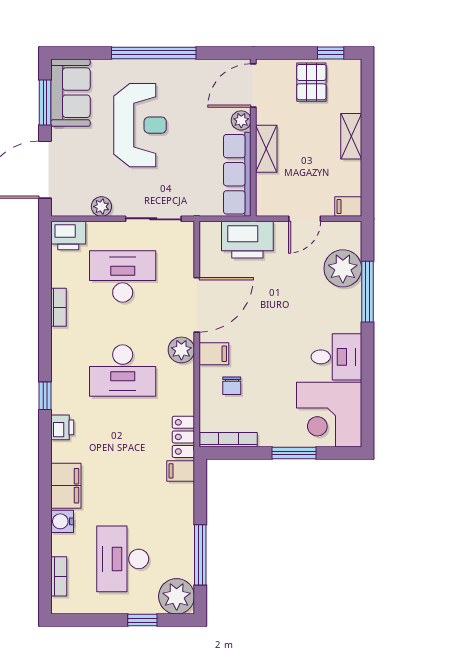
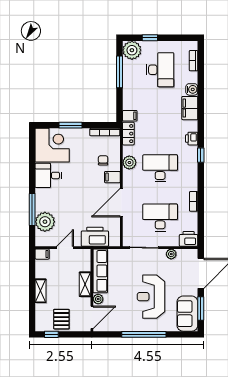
desk: (123, 276) -> (160, 217), turned 180
plant: (181, 350) -> (129, 163), moved

